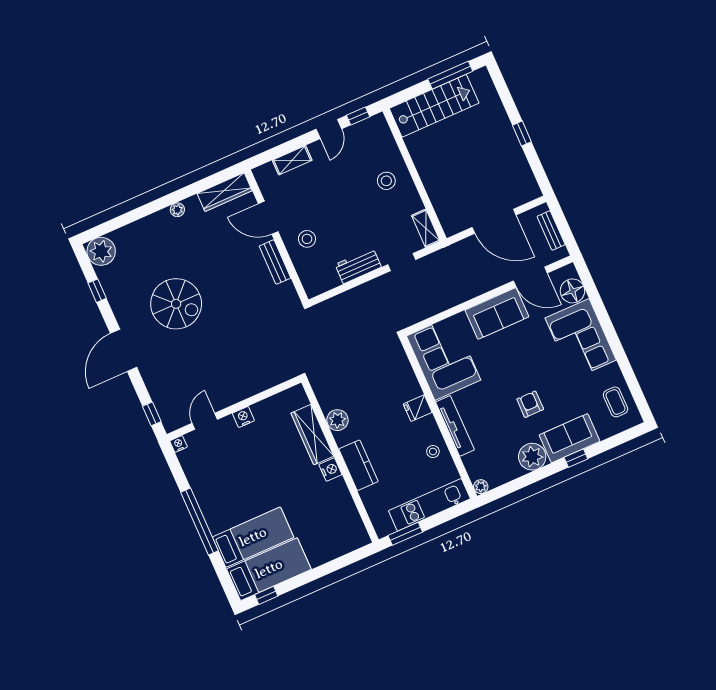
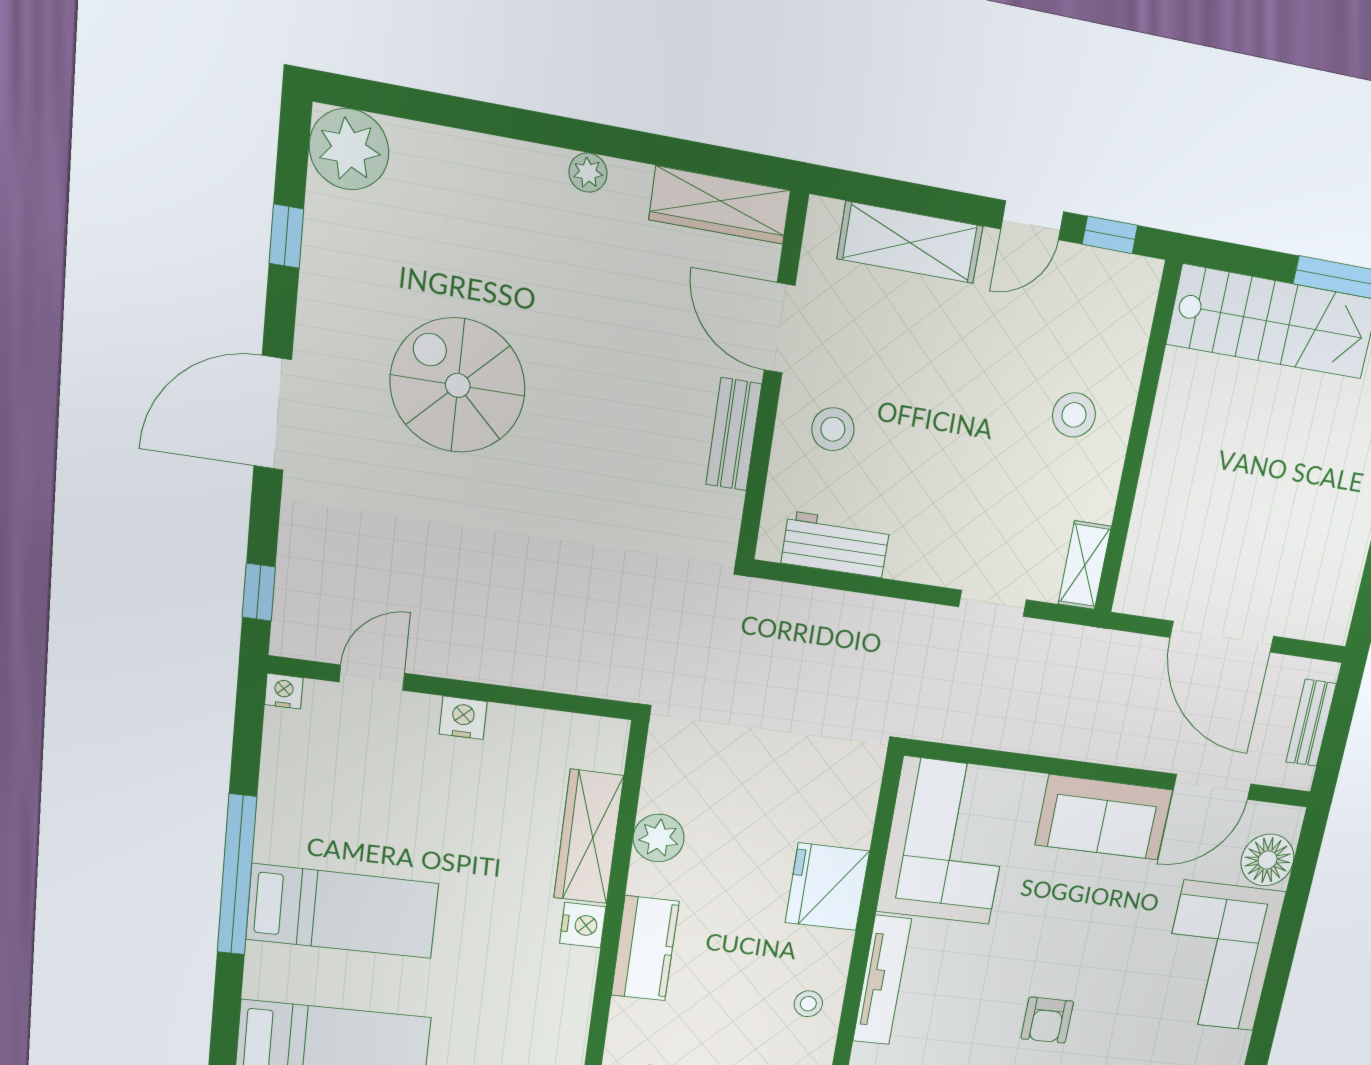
shelving: (292, 160) -> (910, 242), width x1.50, depth x1.33
workbench: (358, 266) -> (836, 545), moved
door: (530, 277) -> (1212, 787), hinge flipped
spiral stairs: (176, 304) -> (458, 385), turned 180
armchair: (530, 404) -> (1047, 1020), turned 180
fridge: (418, 408) -> (827, 887), width x1.88, depth x1.34
bed: (253, 537) -> (343, 911), moved

